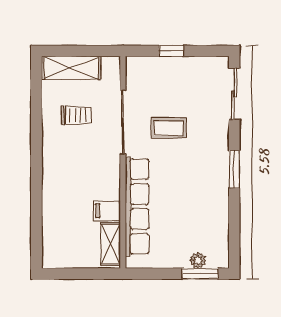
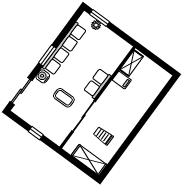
water cooler: (219, 136) -> (43, 76), added
row of seats: (217, 196) -> (64, 49), added
row of seats: (137, 206) -> (97, 83), width x0.50

